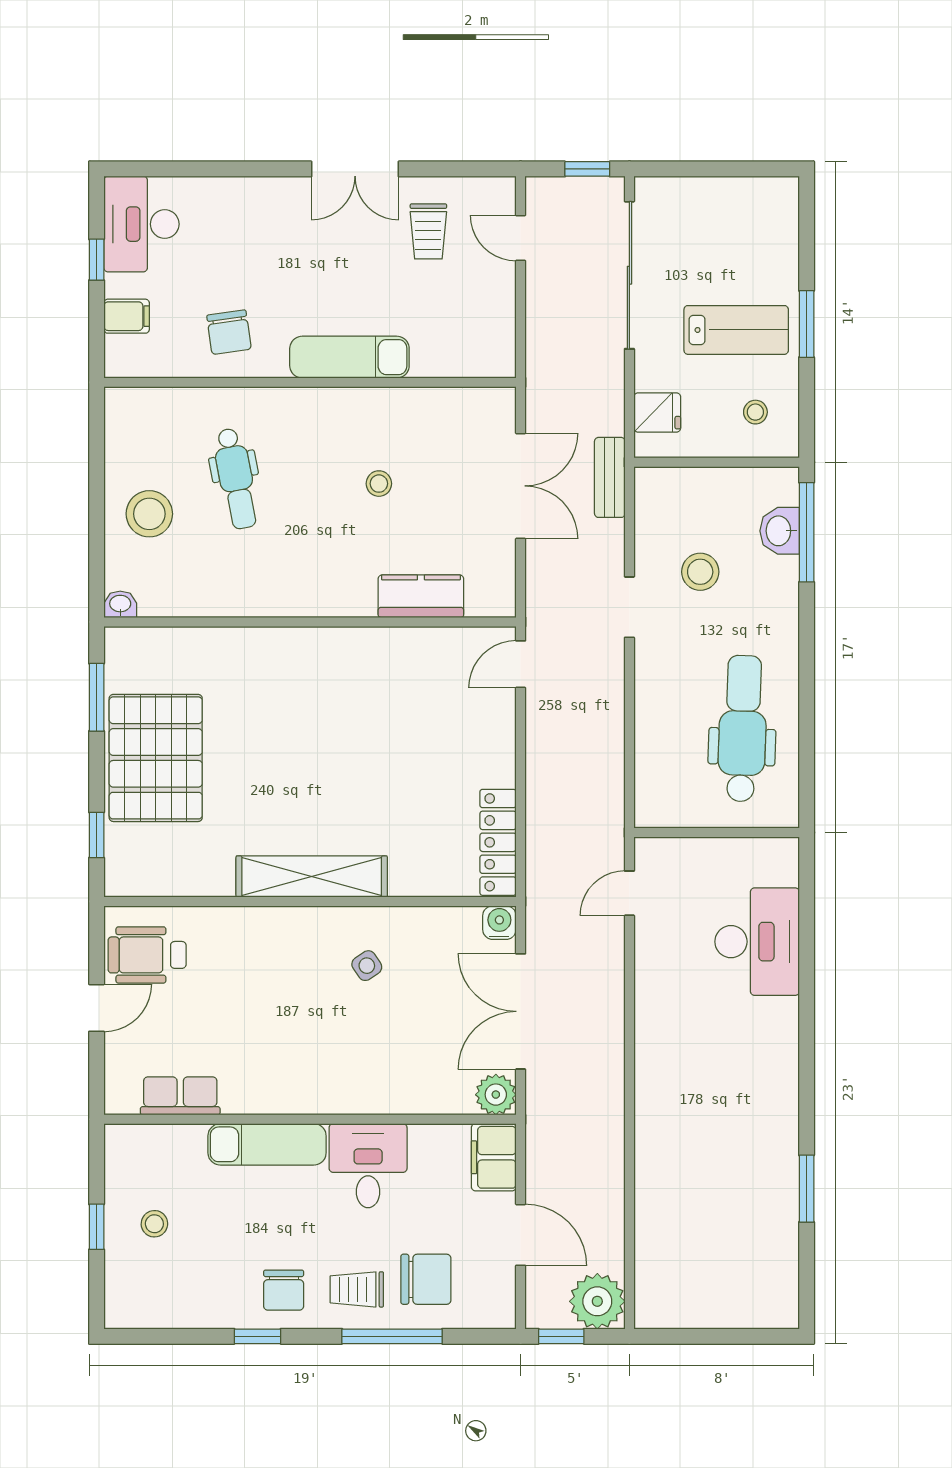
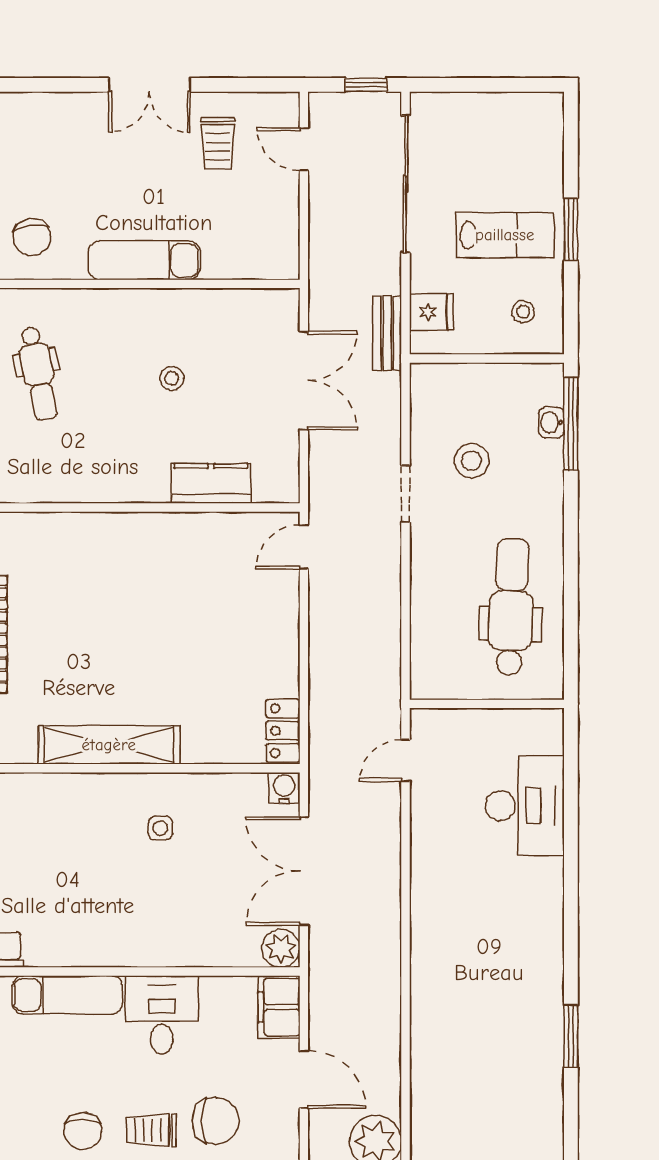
bench: (610, 477) -> (387, 333), moved
washbasin: (780, 531) -> (551, 422), width x0.72, depth x0.69
locker: (498, 842) -> (283, 731), width x0.66
side table: (367, 966) -> (160, 828), turned 34

